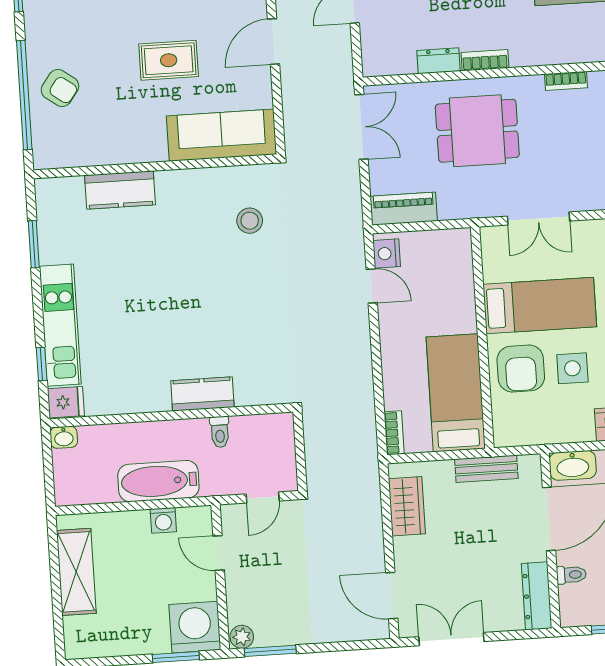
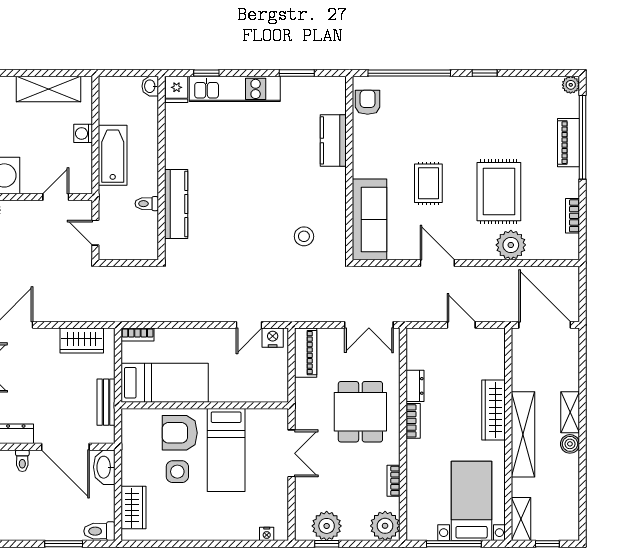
armchair: (60, 88) -> (368, 102), moved, turned 144
double door: (538, 219) -> (291, 453), swing flipped
kitchen counter: (202, 394) -> (176, 204), width x1.50
washing machine: (163, 520) -> (83, 133), moved

